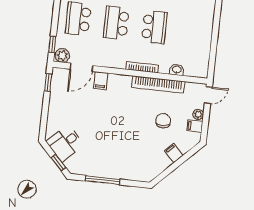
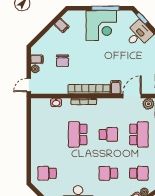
school desk: (116, 23) -> (108, 134), width x0.54
bookcase: (158, 84) -> (89, 89), moved
filing cabinet: (174, 153) -> (62, 26), moved
corner desk: (110, 159) -> (101, 25), added

